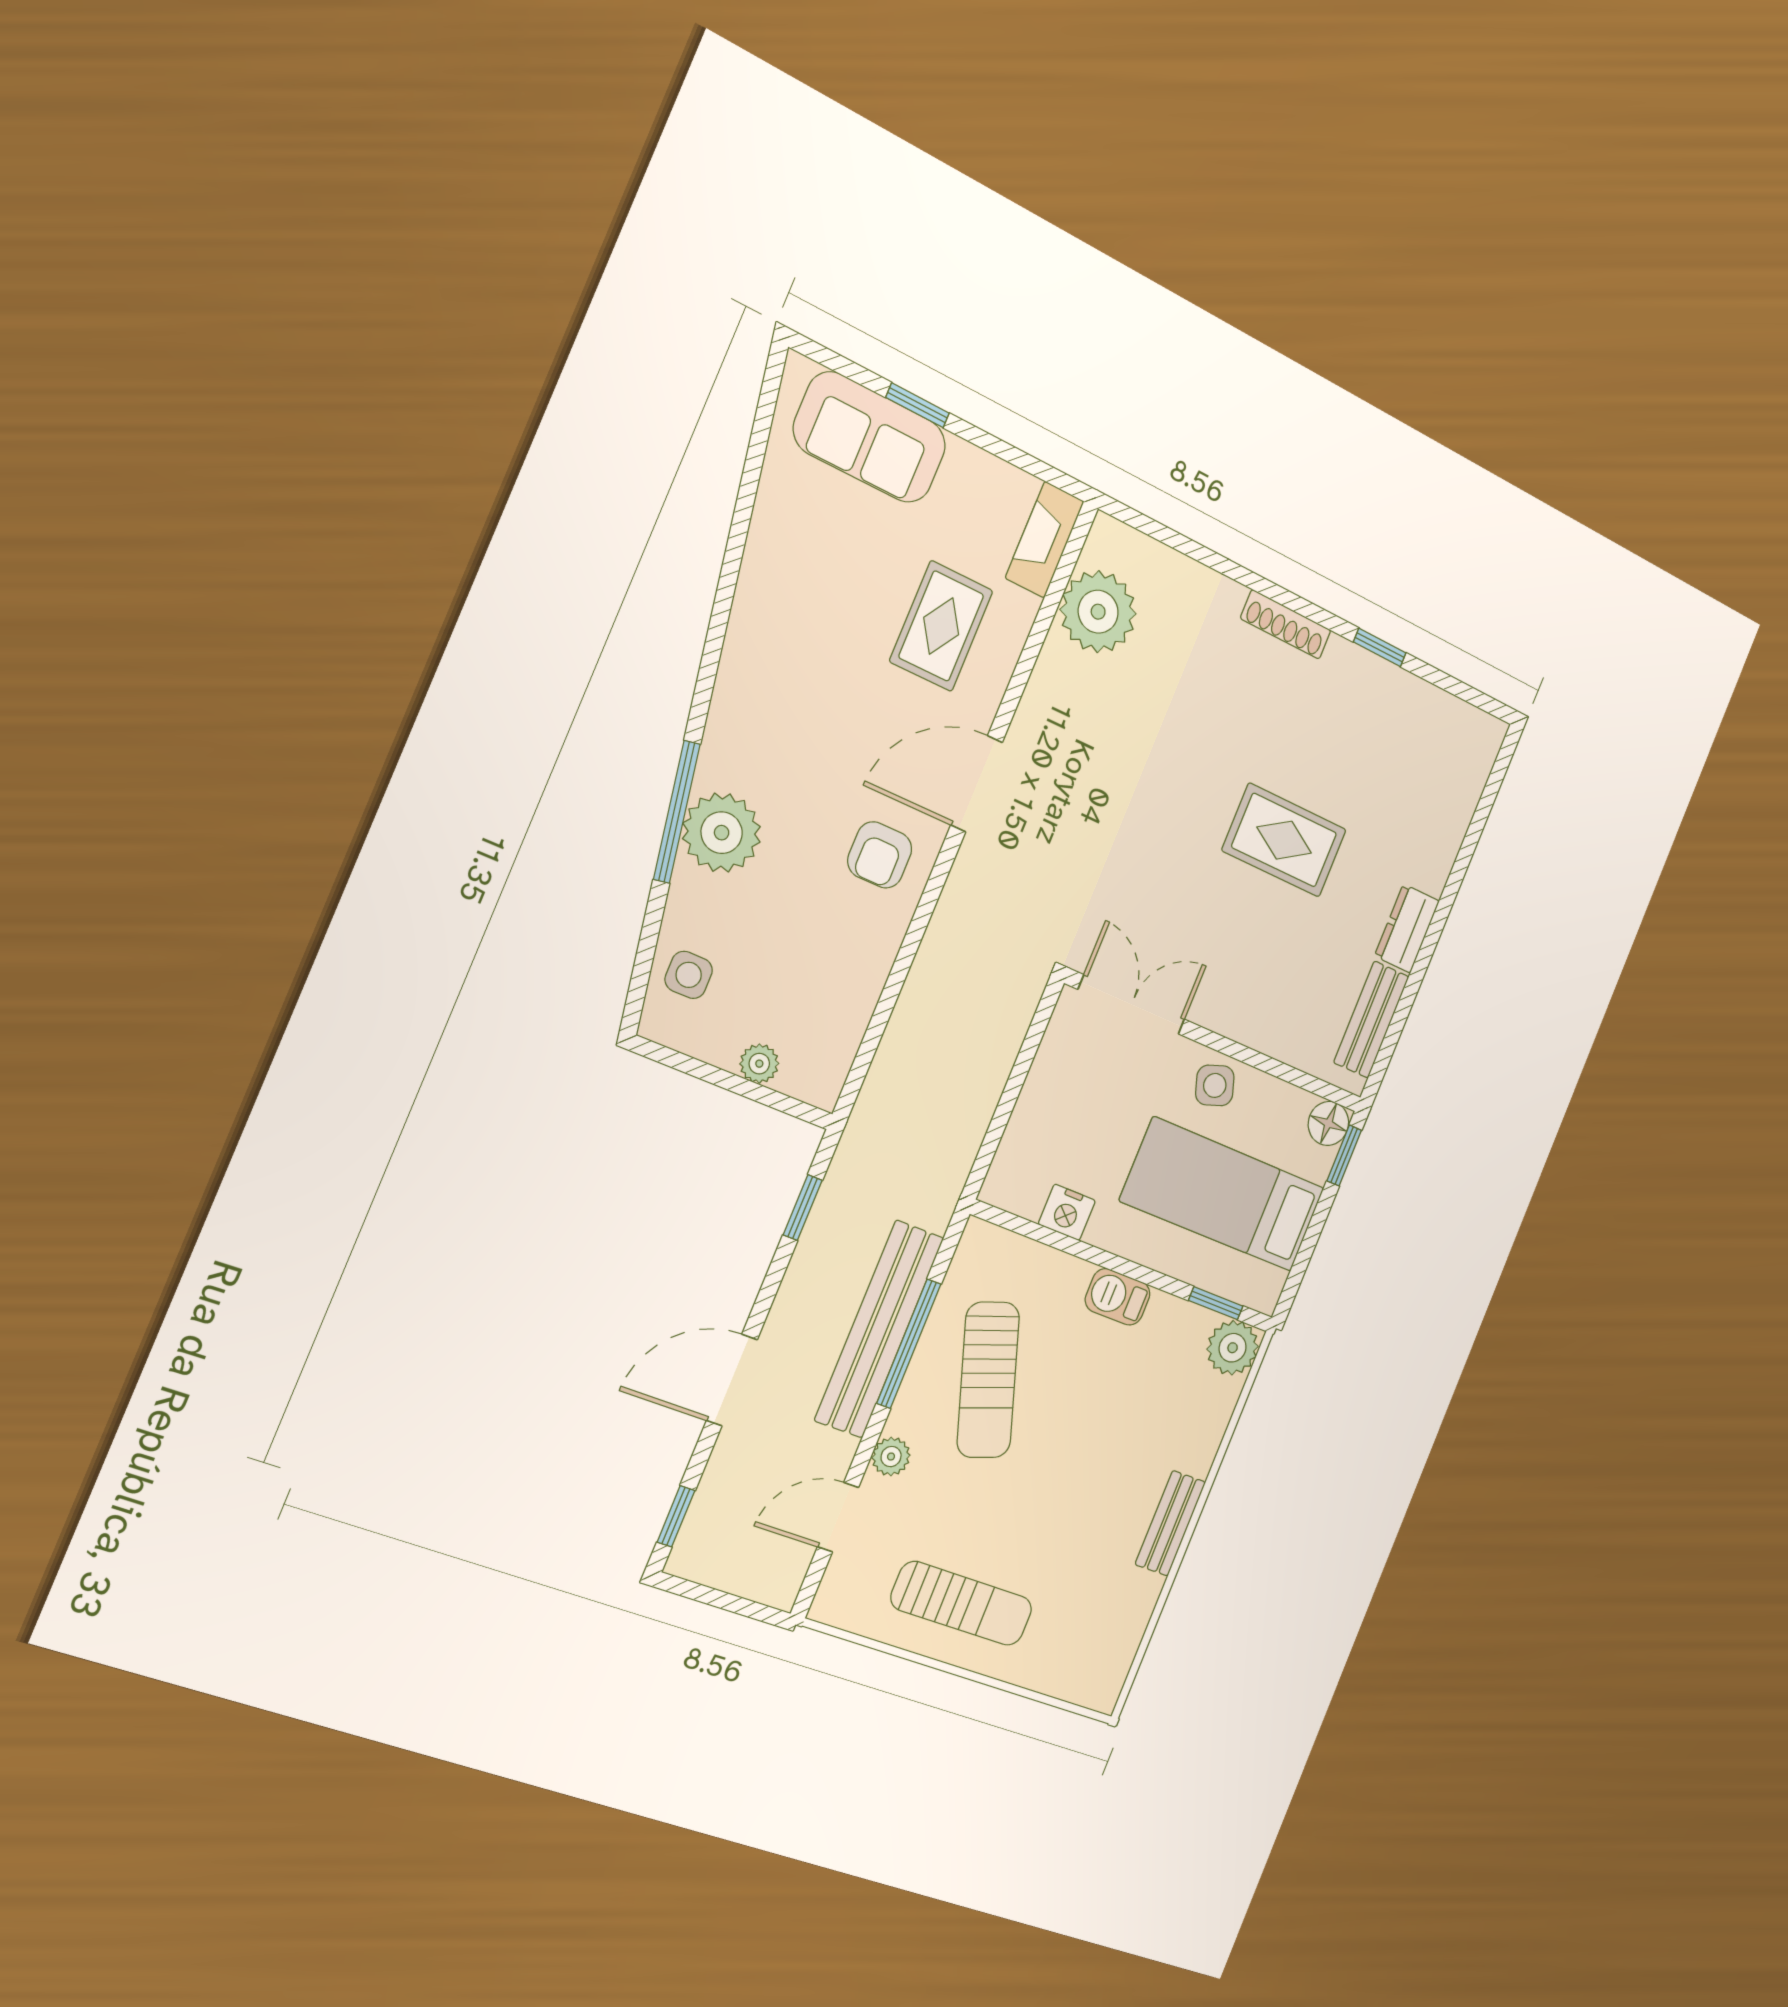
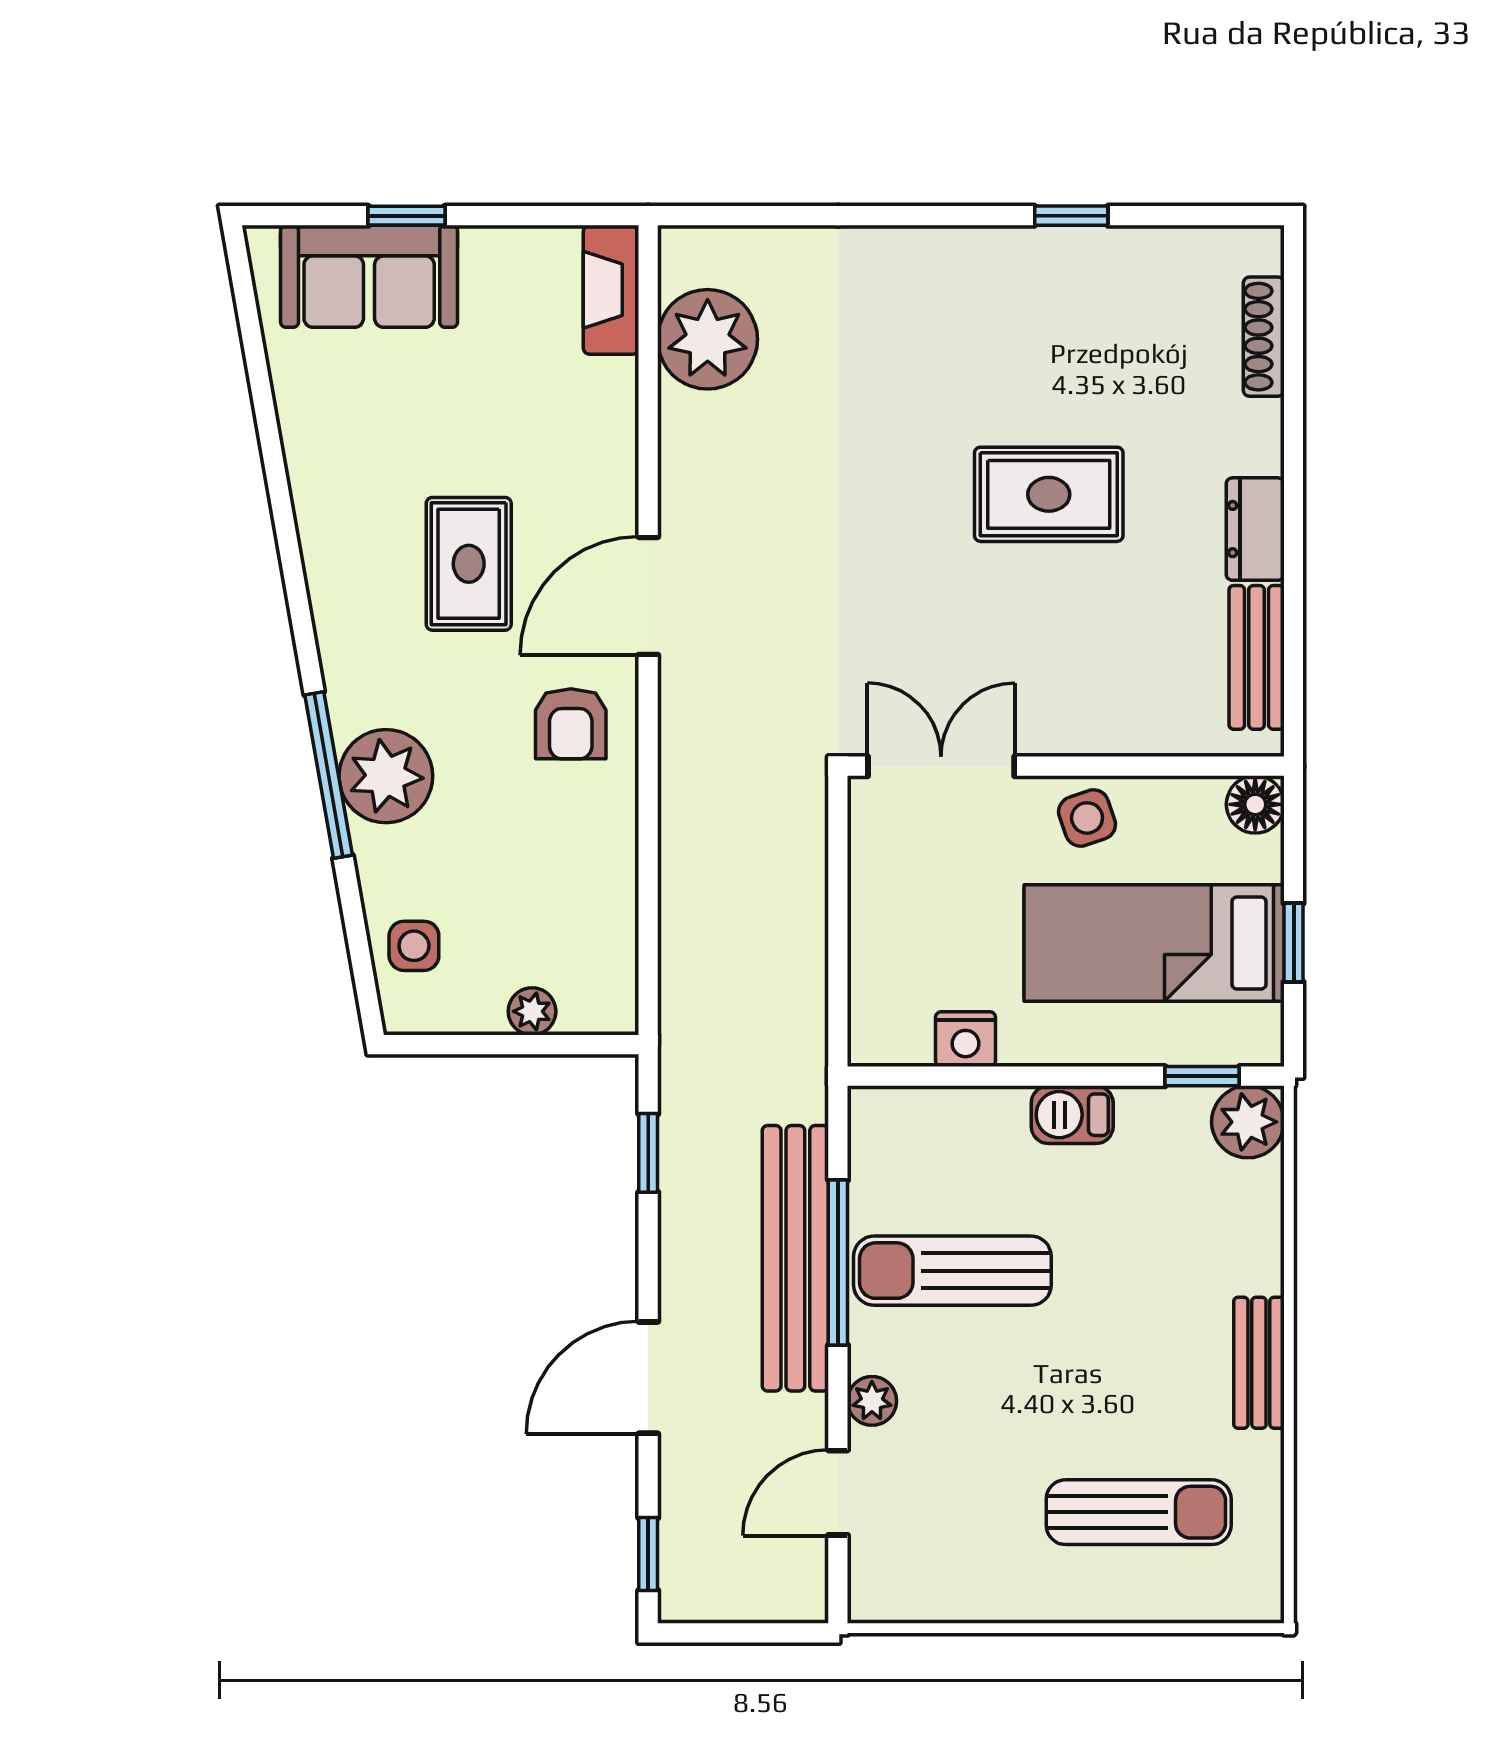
shoe rack: (1286, 624) -> (1264, 337), moved, turned 90
rug: (941, 626) -> (469, 564), moved
window: (1344, 1155) -> (1294, 943), moved
sun lounger: (988, 1380) -> (952, 1271), turned 109
sun lounger: (962, 1603) -> (1139, 1512), moved

